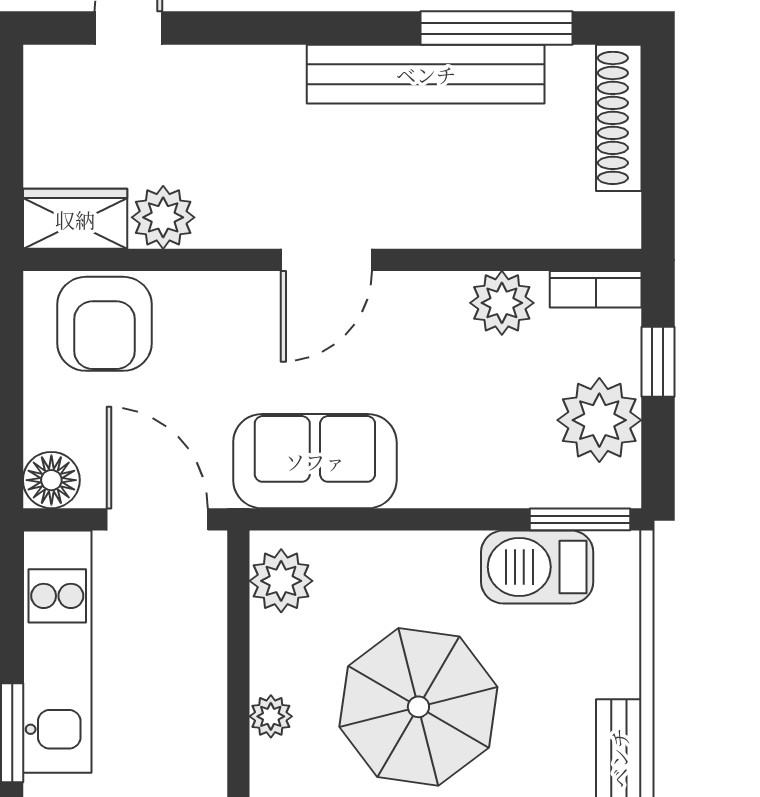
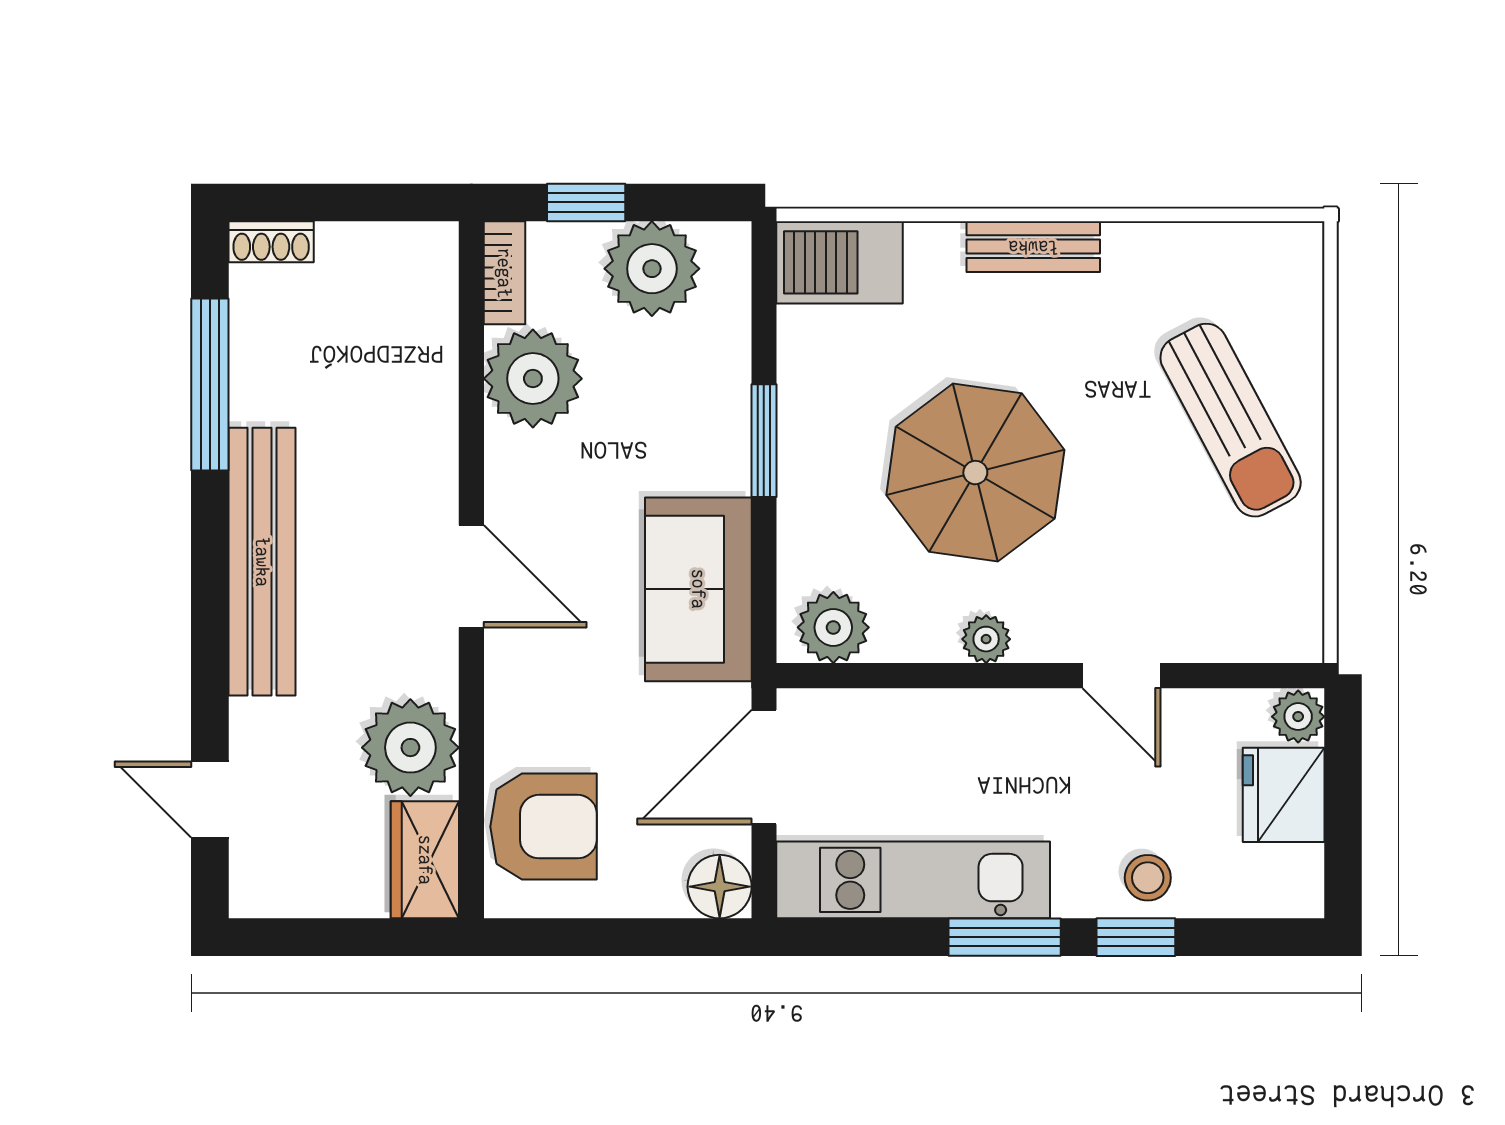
bench: (426, 74) -> (262, 562), moved
shoe rack: (619, 118) -> (271, 242), width x0.51, depth x0.81
plant: (163, 217) -> (410, 748), width x1.36, depth x1.36
plant: (502, 303) -> (533, 379), width x1.36, depth x1.36
window: (580, 519) -> (764, 441), moved
barbecue: (537, 567) -> (840, 262), moved, turned 90

